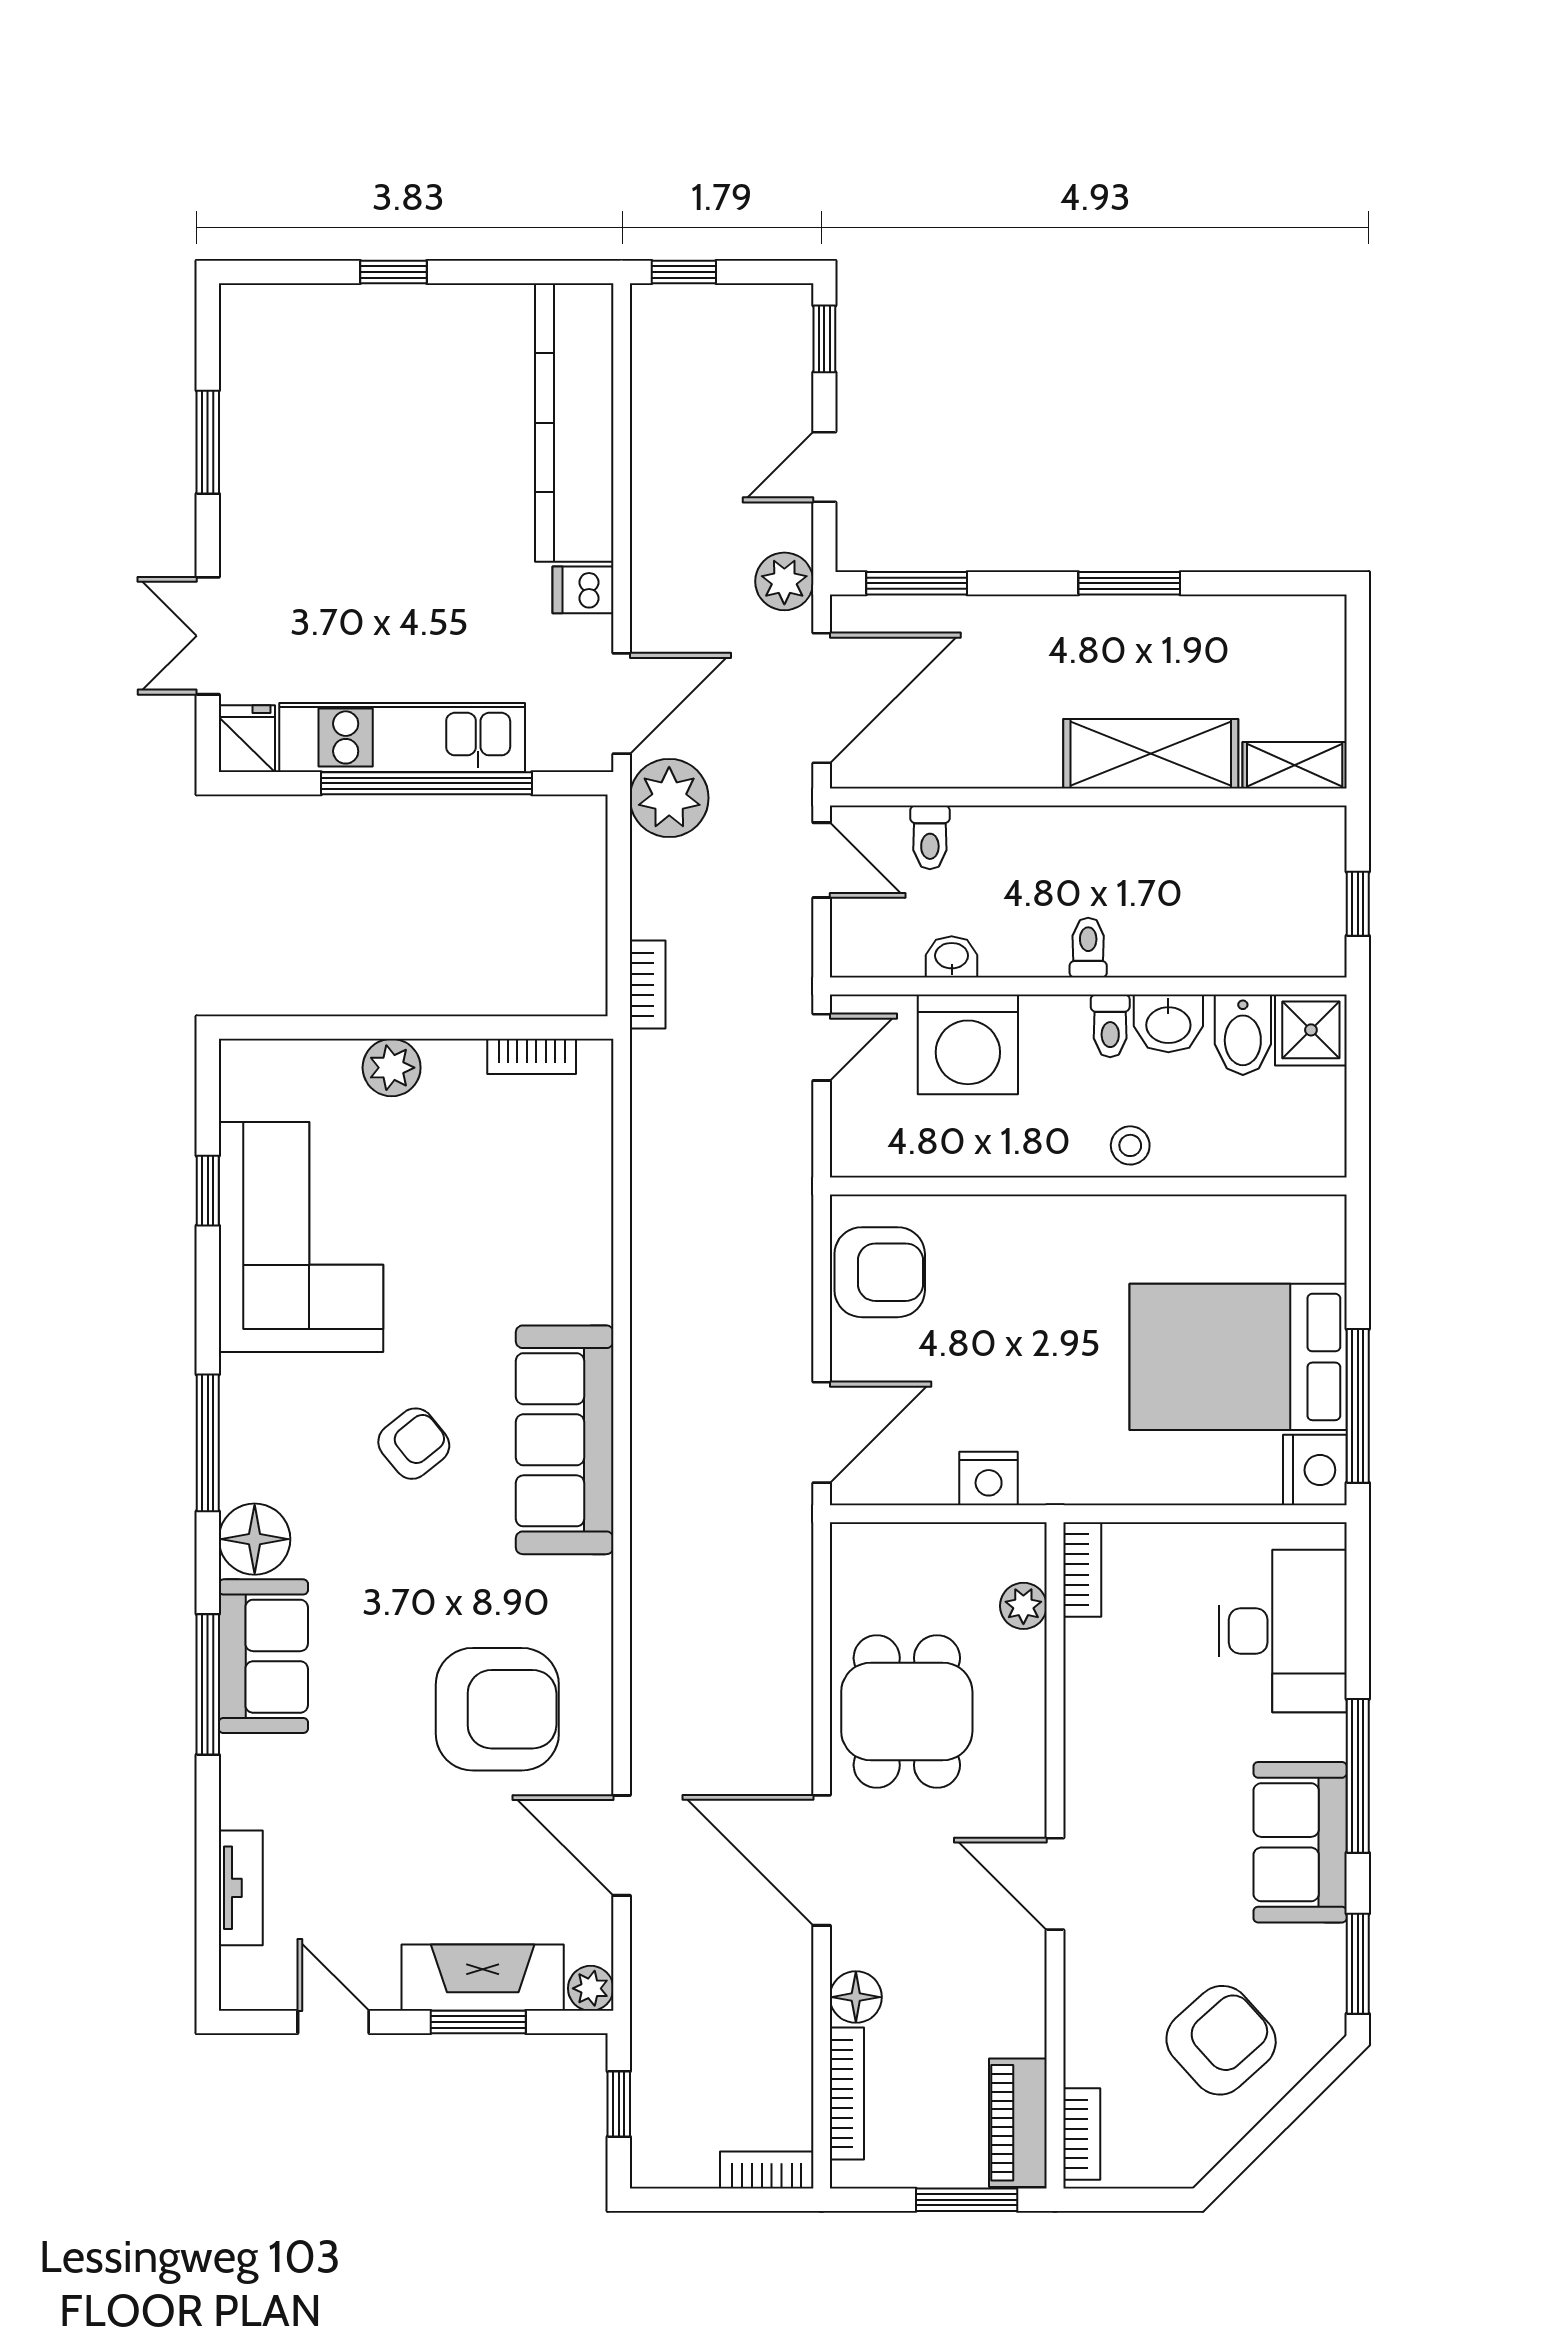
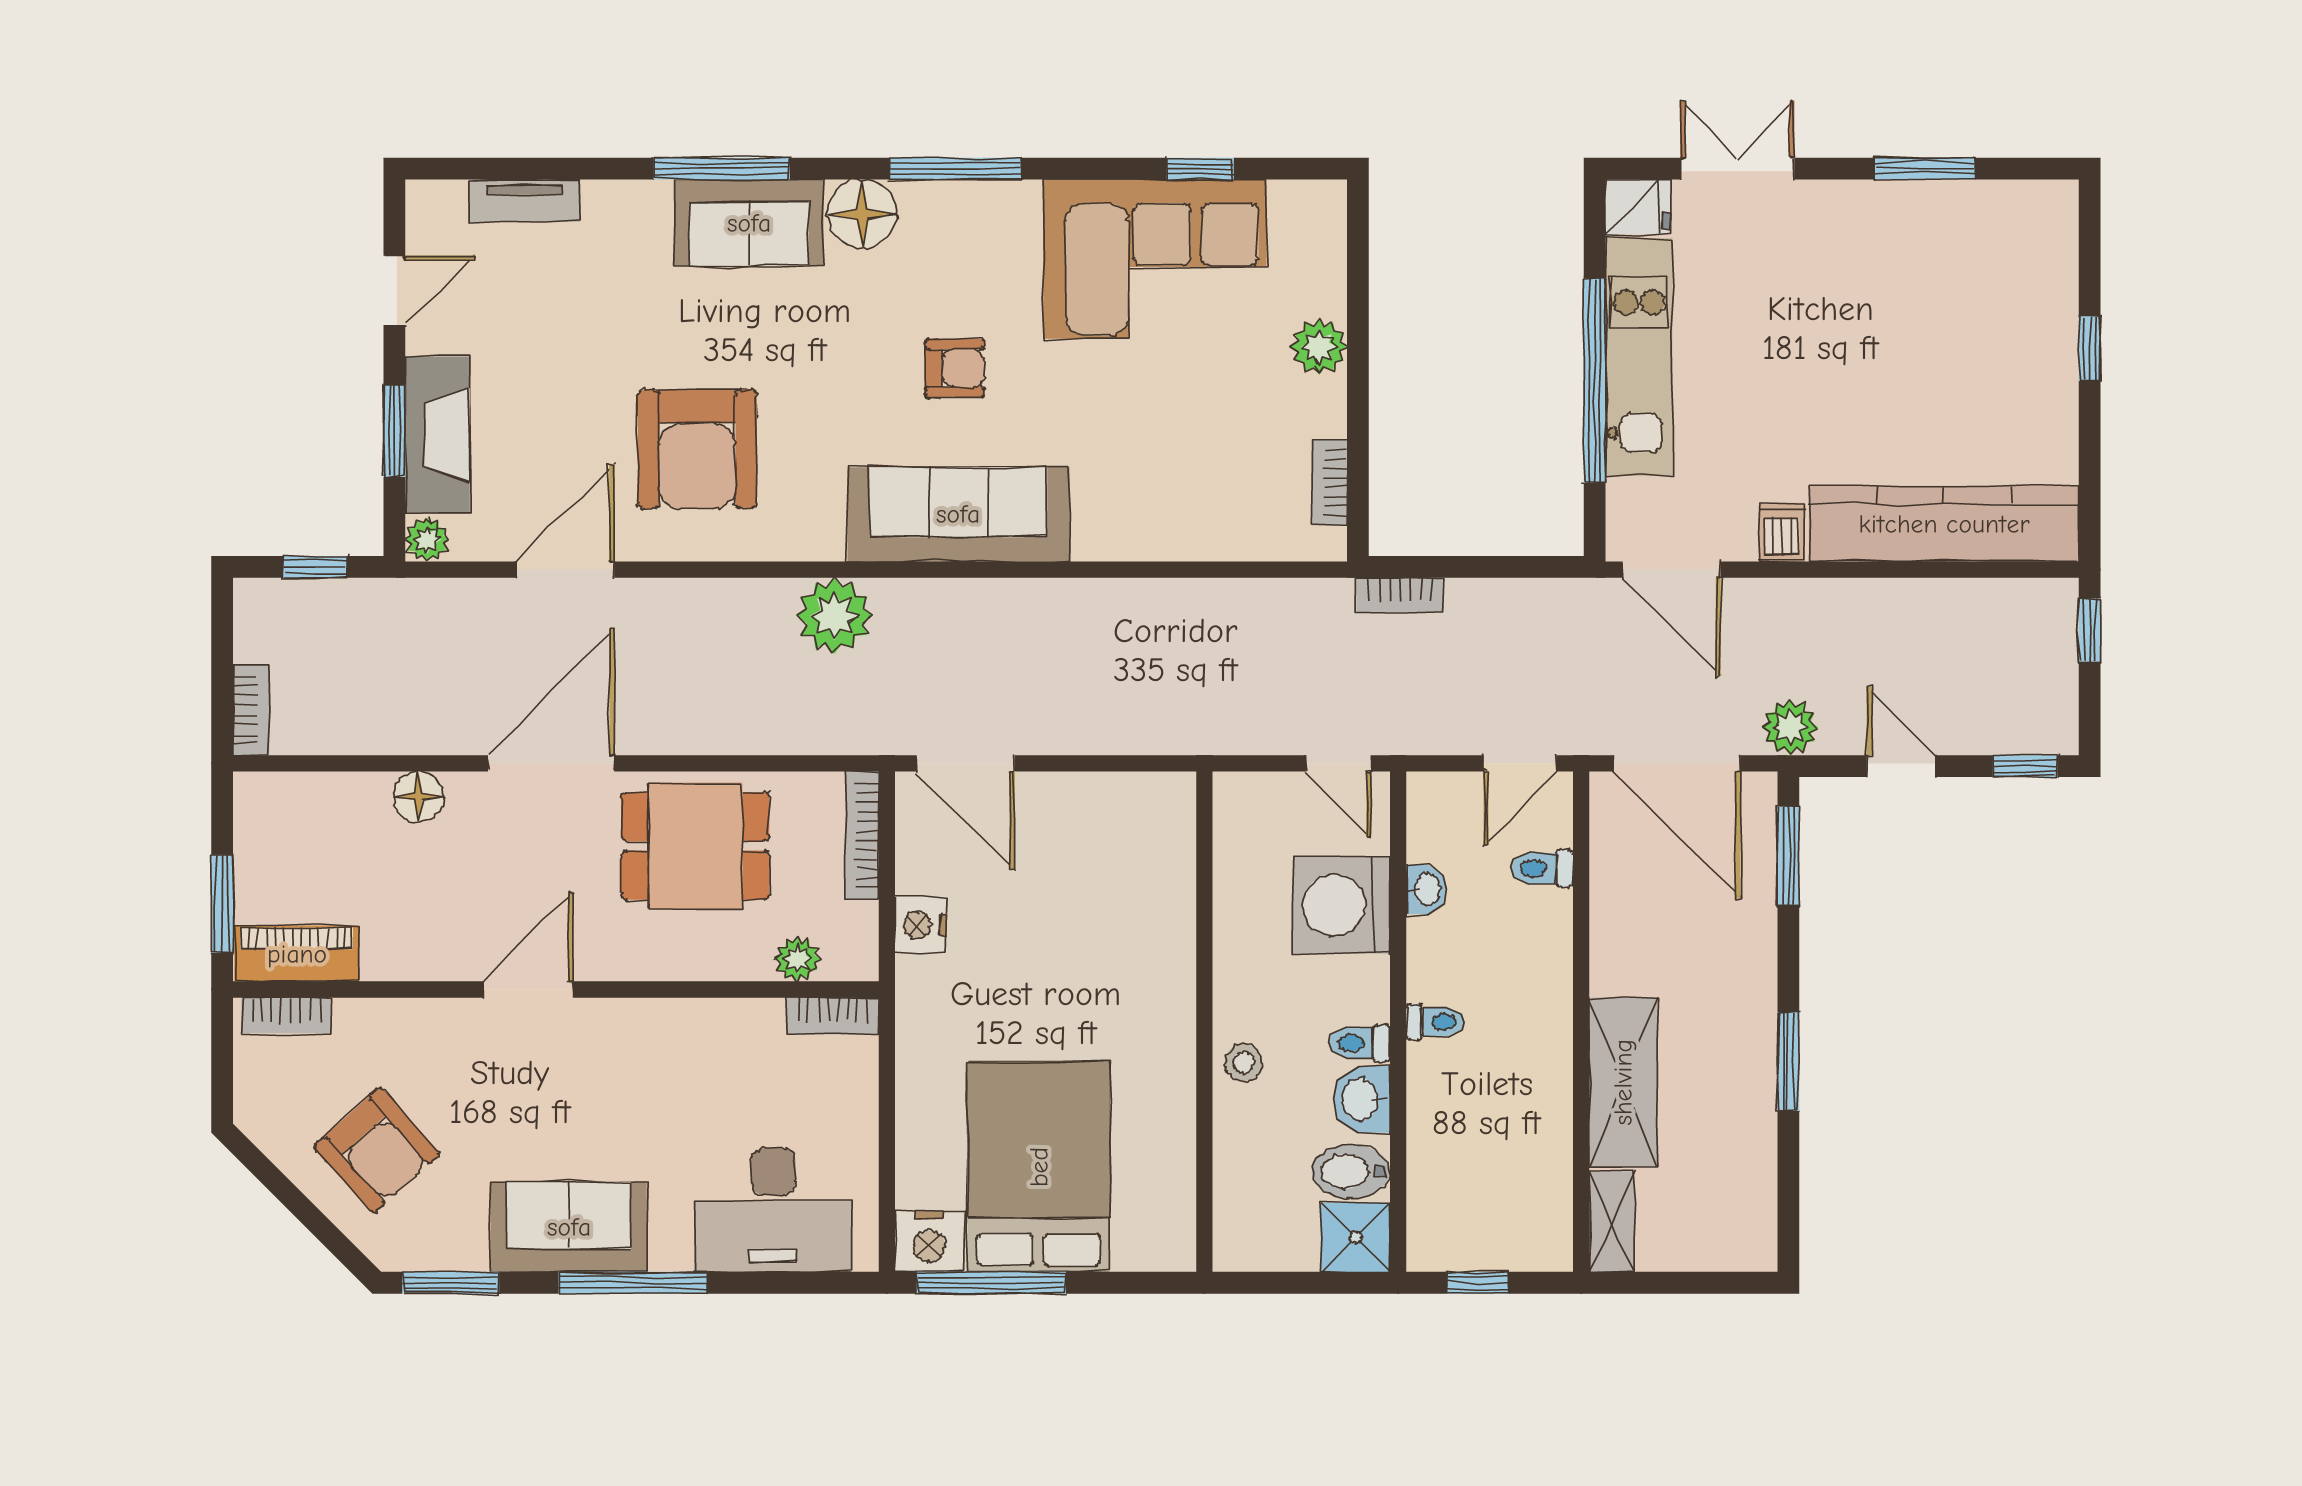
plant: (669, 798) -> (834, 616), moved
armchair: (880, 1272) -> (1121, 820), removed
armchair: (414, 1444) -> (955, 368), turned -51
bookcase: (847, 2094) -> (862, 836), moved, turned 90

